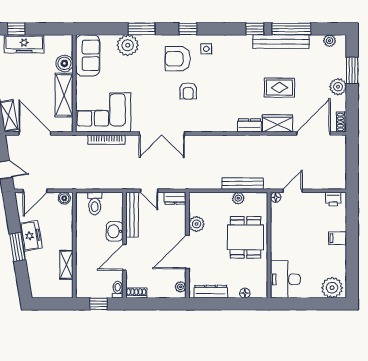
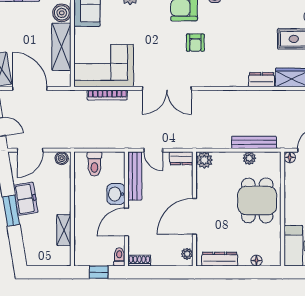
plant: (197, 224) -> (204, 160), moved

